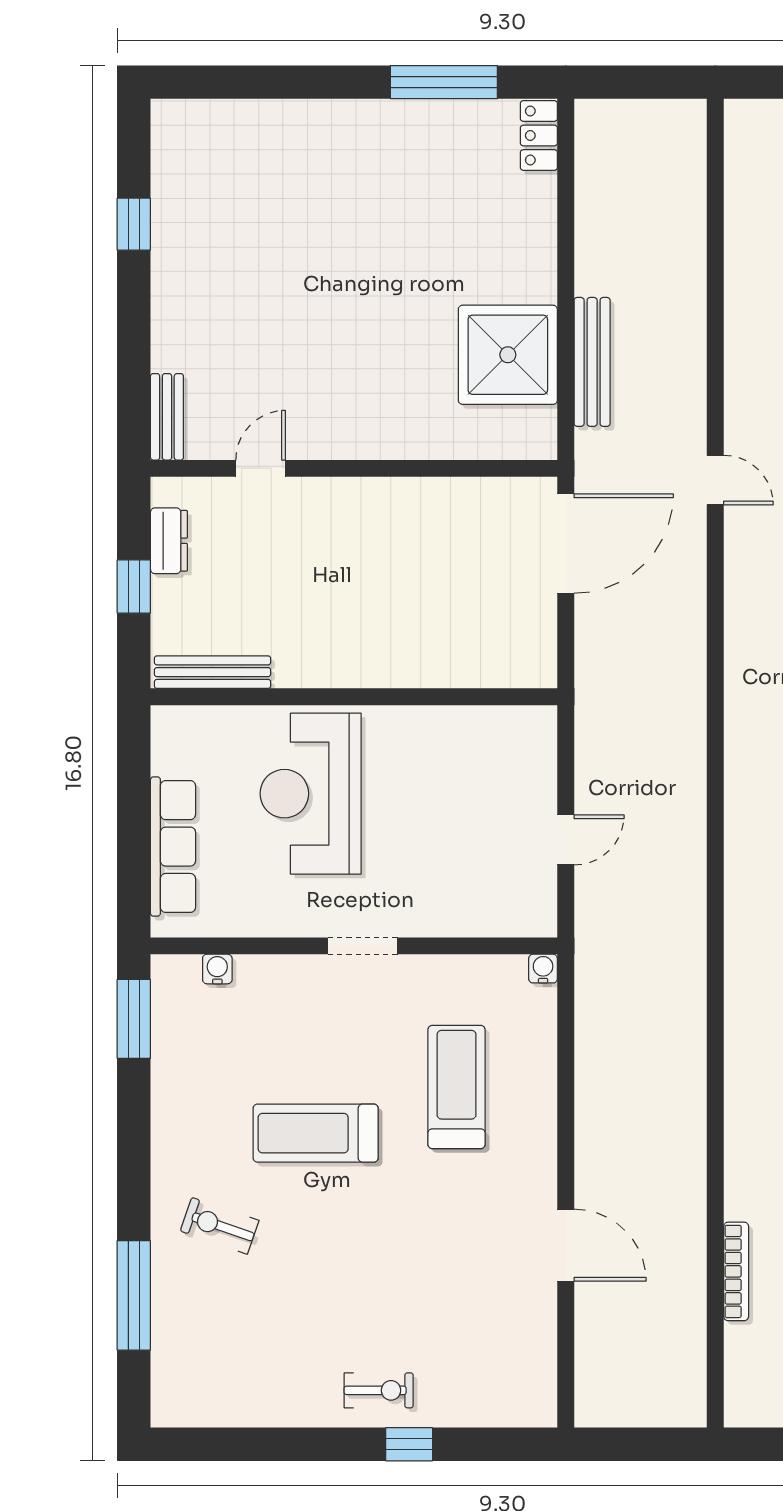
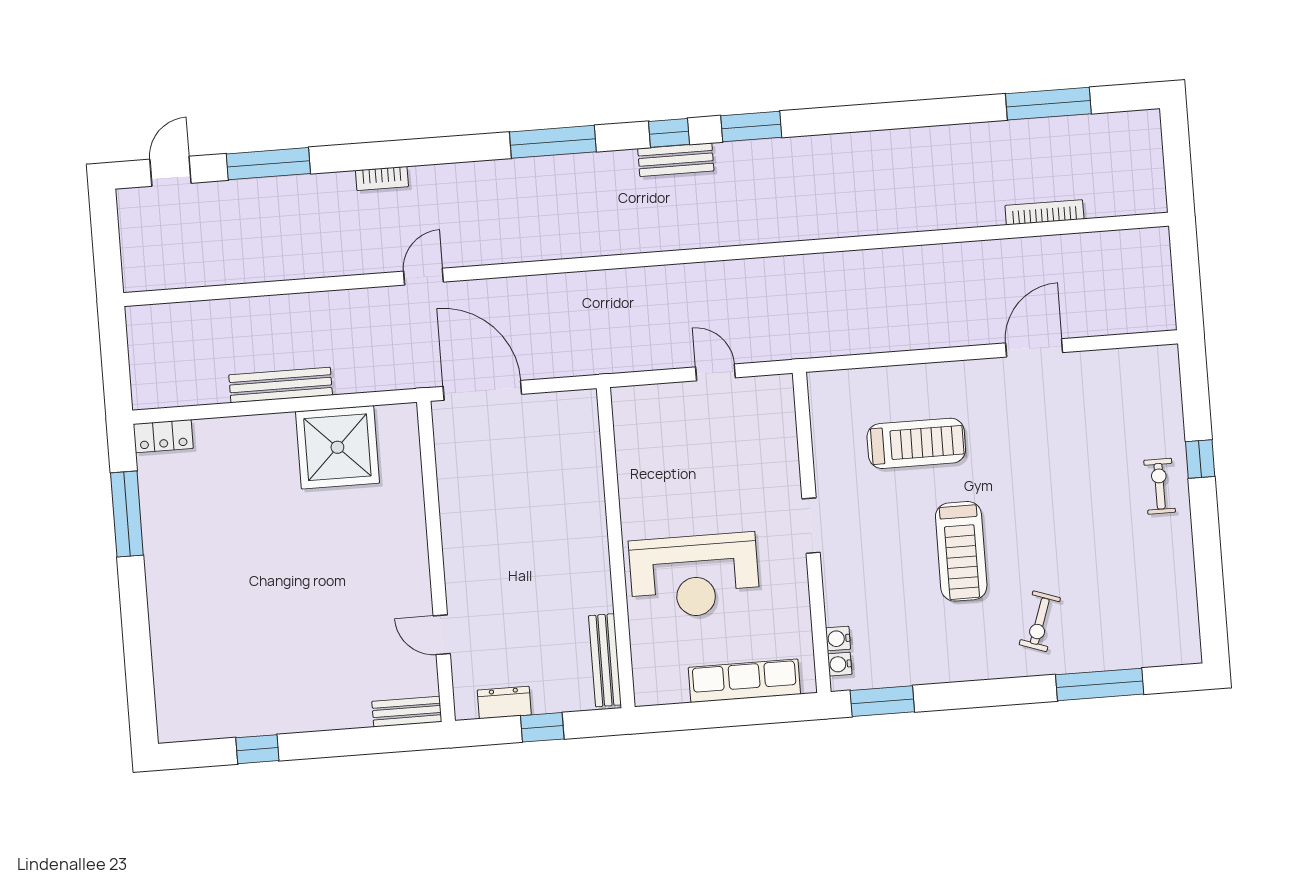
bench: (592, 362) -> (281, 385), moved
water cooler: (543, 969) -> (840, 664), moved
treadmill: (457, 1087) -> (916, 443), turned 180

